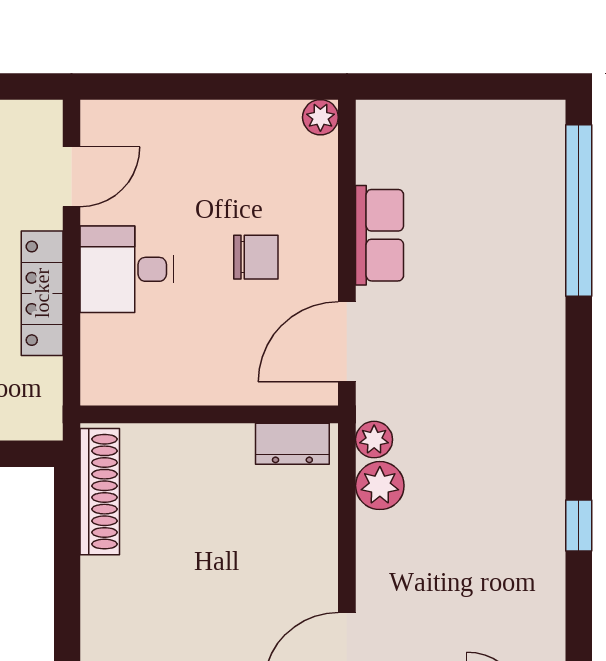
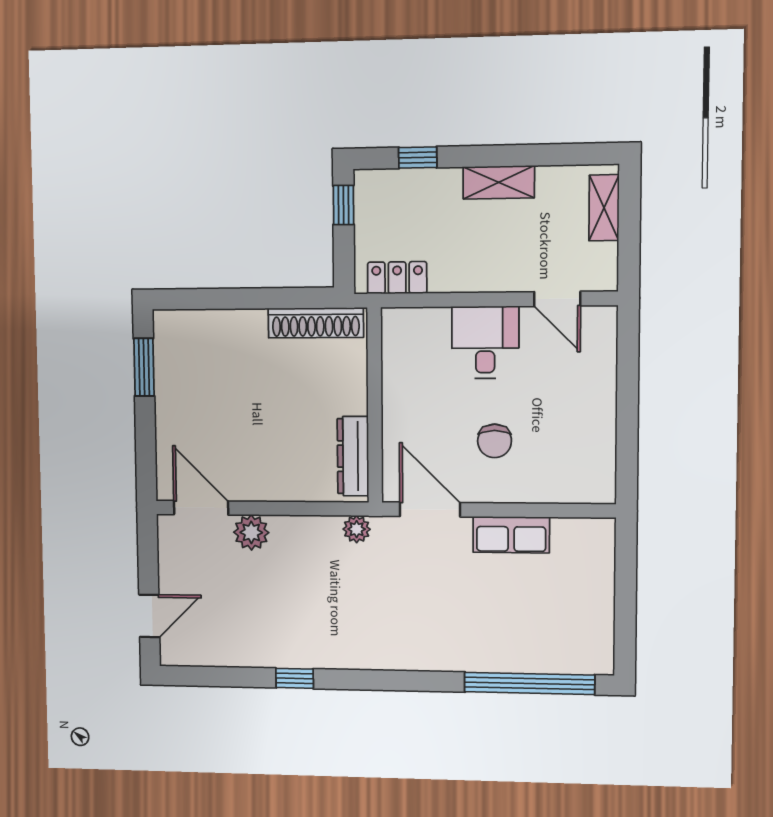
plant: (320, 117) -> (602, 491), removed
locker: (42, 293) -> (397, 278), moved, width x0.66
dresser: (292, 444) -> (353, 456), width x1.44
plant: (380, 486) -> (251, 532), moved

